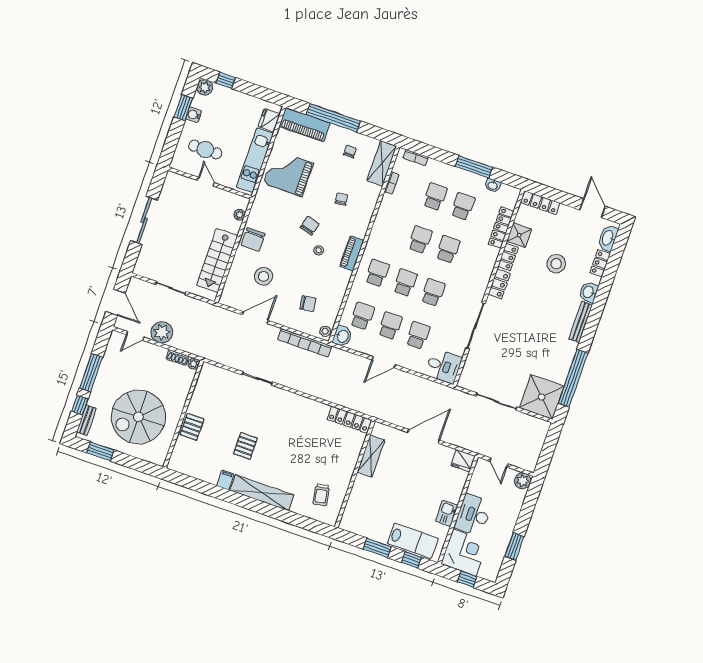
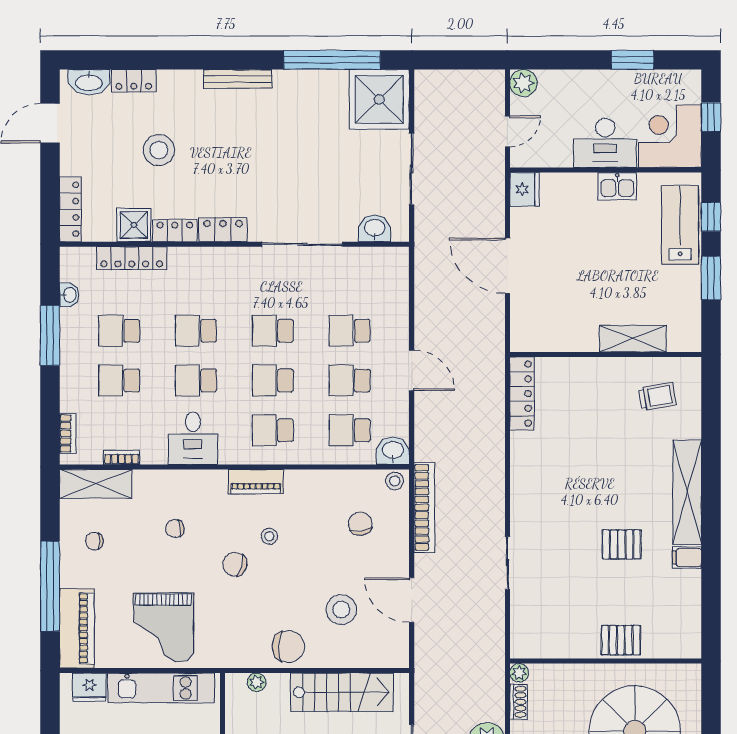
washbasin: (589, 292) -> (375, 228), moved, turned 180
desk: (443, 366) -> (193, 438), moved, turned 180
shelving: (371, 456) -> (633, 339), moved

